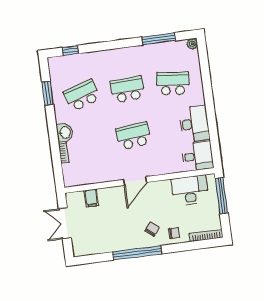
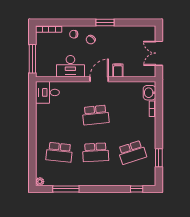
desk: (194, 124) -> (46, 118), removed
washbasin: (65, 132) -> (149, 93), moved
desk: (190, 190) -> (70, 66), moved
filing cabinet: (91, 198) -> (118, 71), moved
double door: (65, 223) -> (159, 53), swing flipped
window: (137, 253) -> (105, 22), width x0.47

